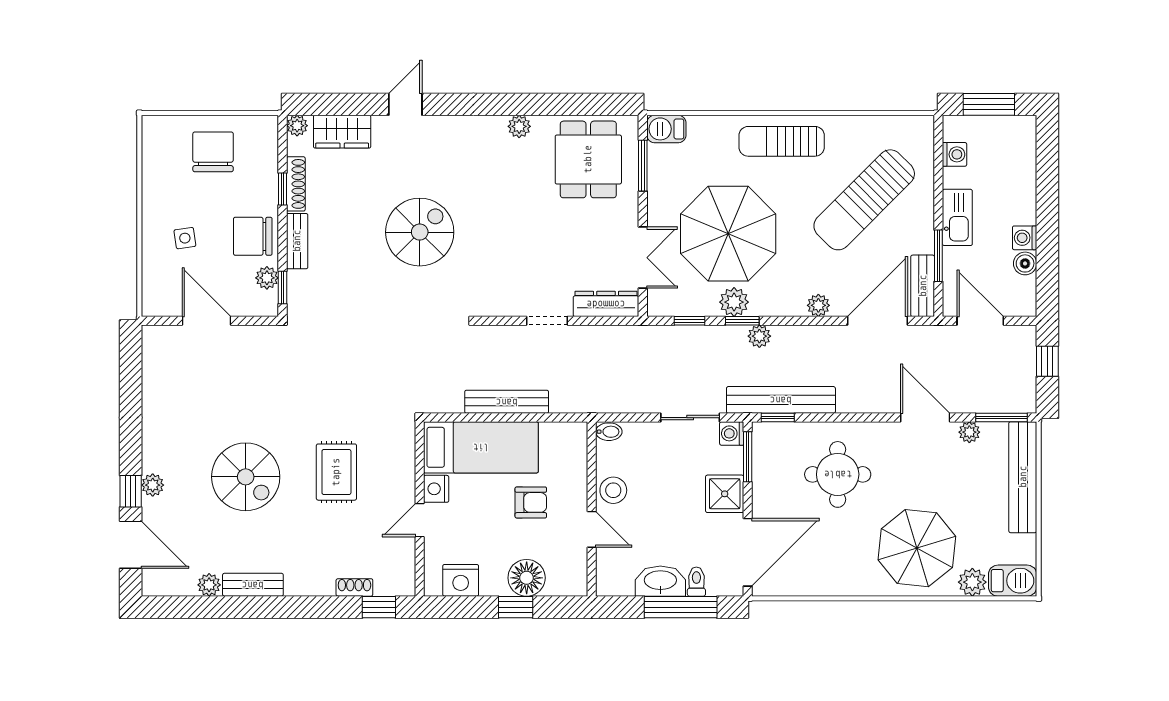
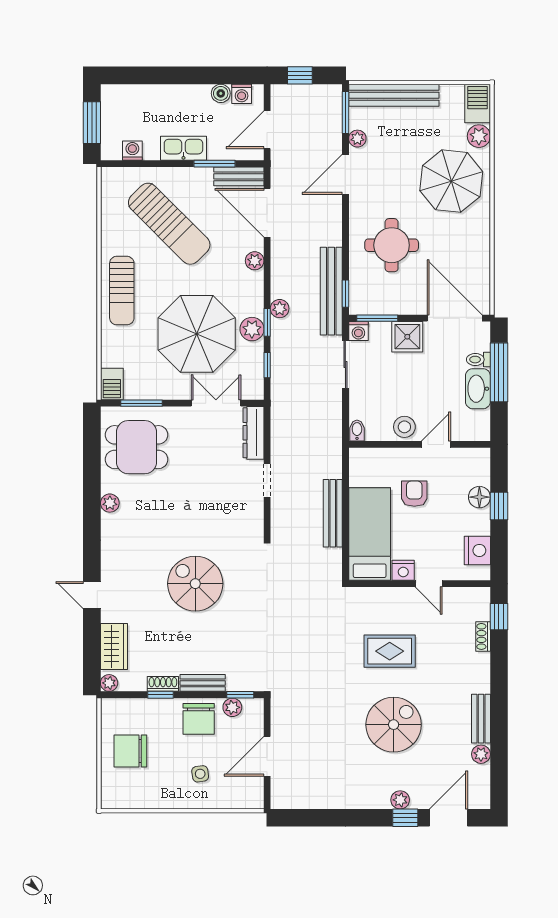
shoe rack: (296, 184) -> (163, 684), width x0.70
washing machine: (1025, 238) -> (242, 94), moved
floor lamp: (527, 578) -> (479, 497), width x0.73, depth x0.73

